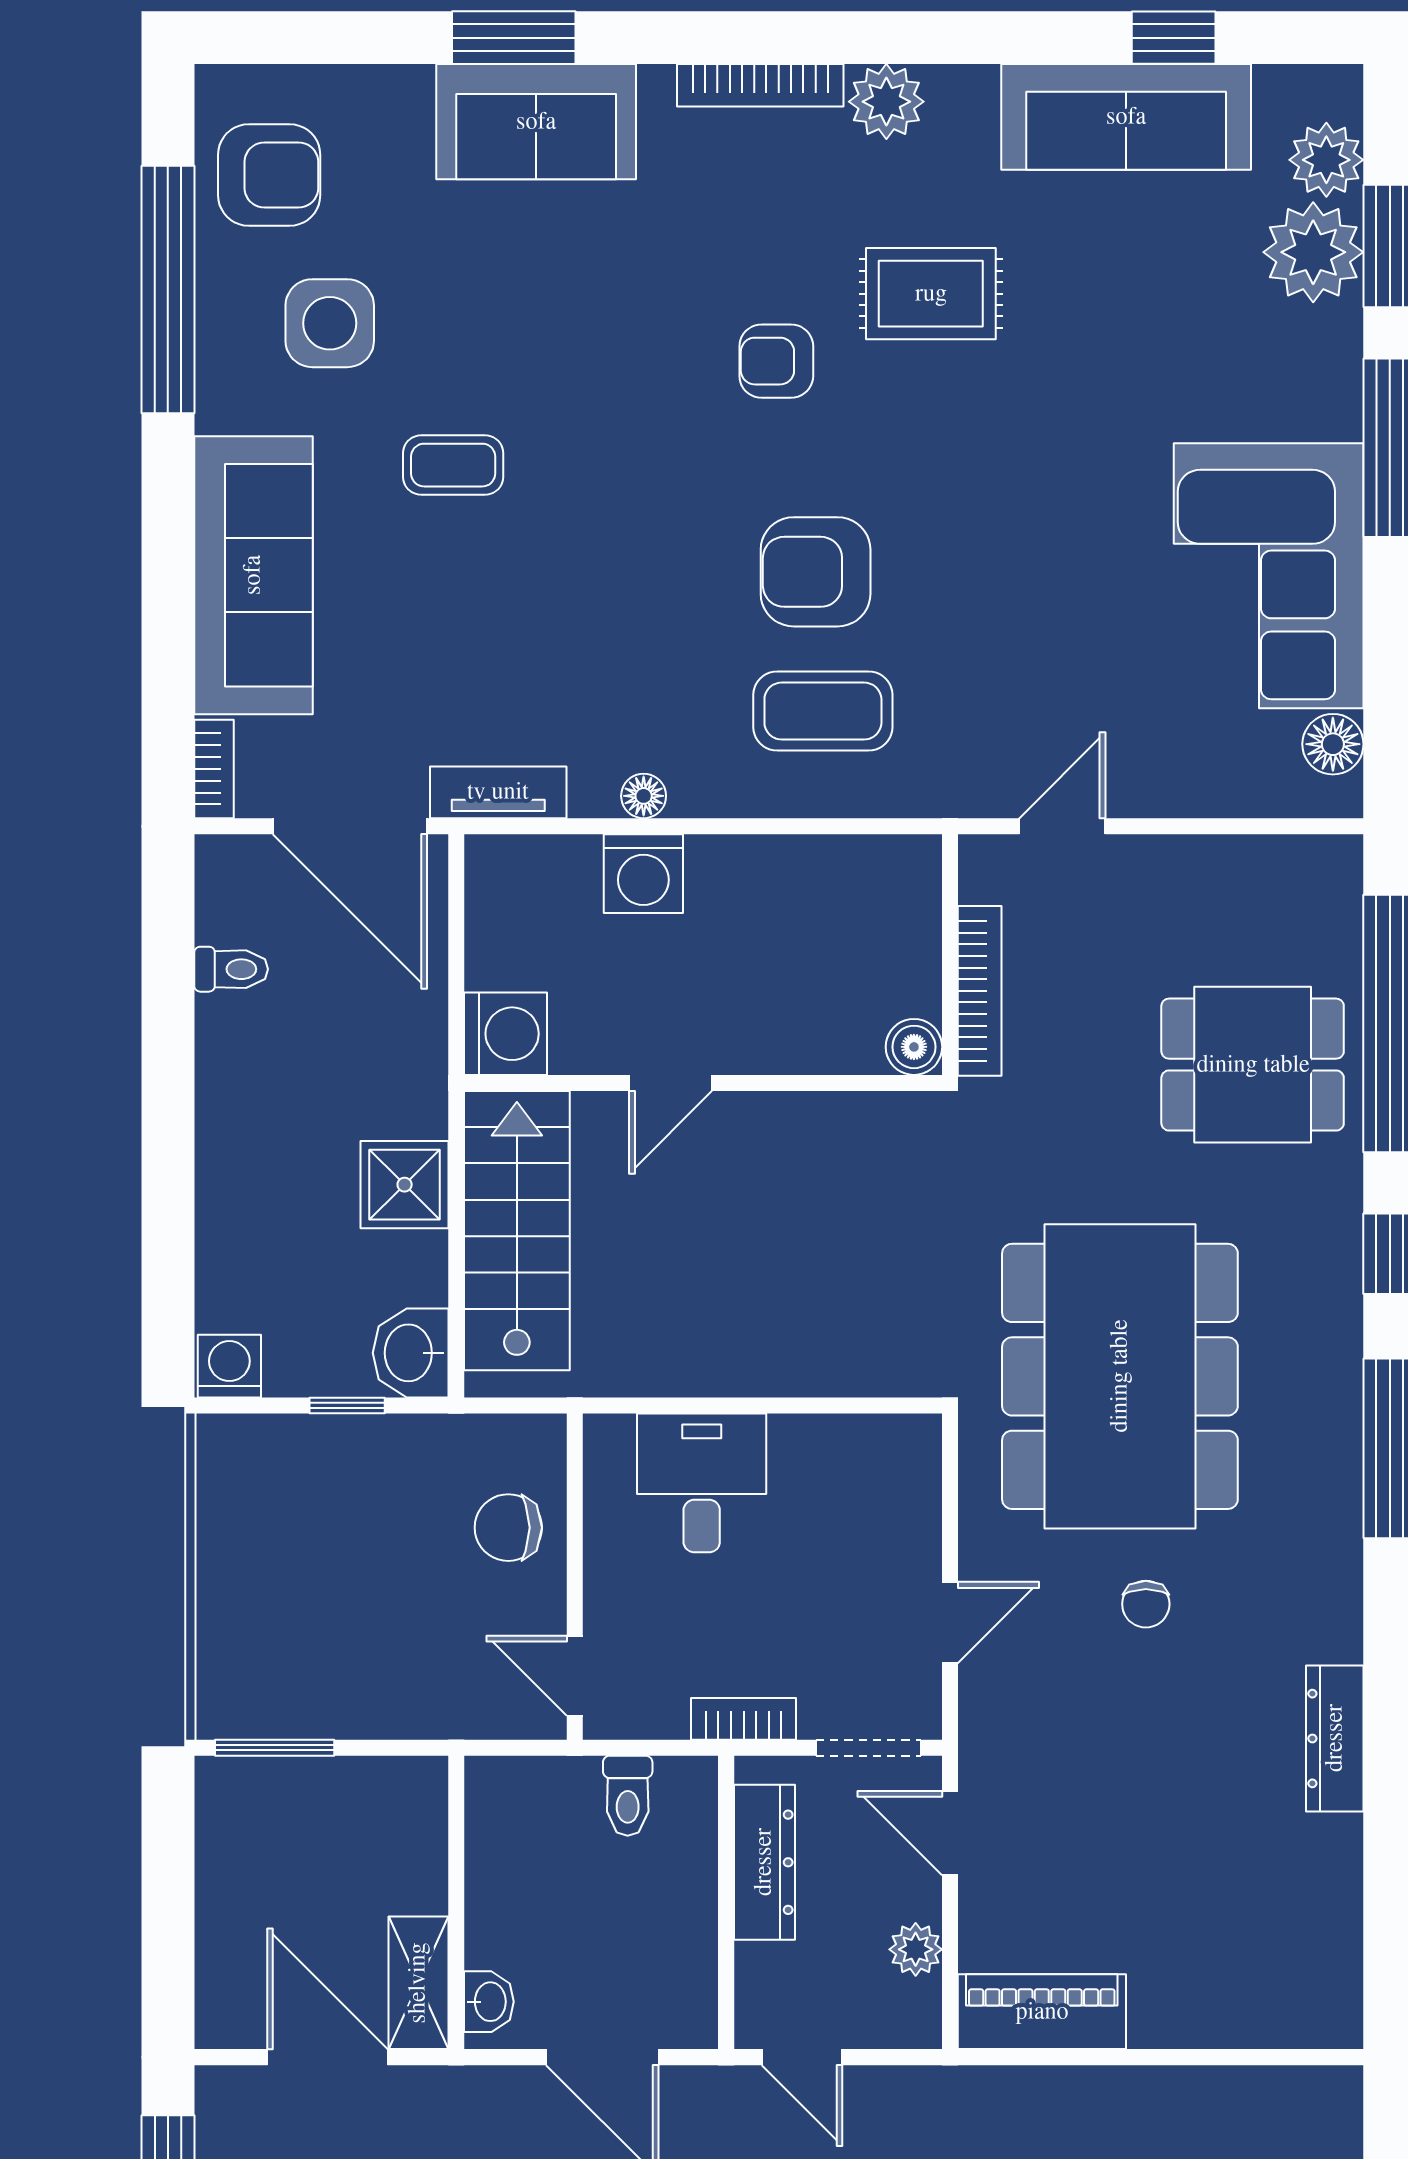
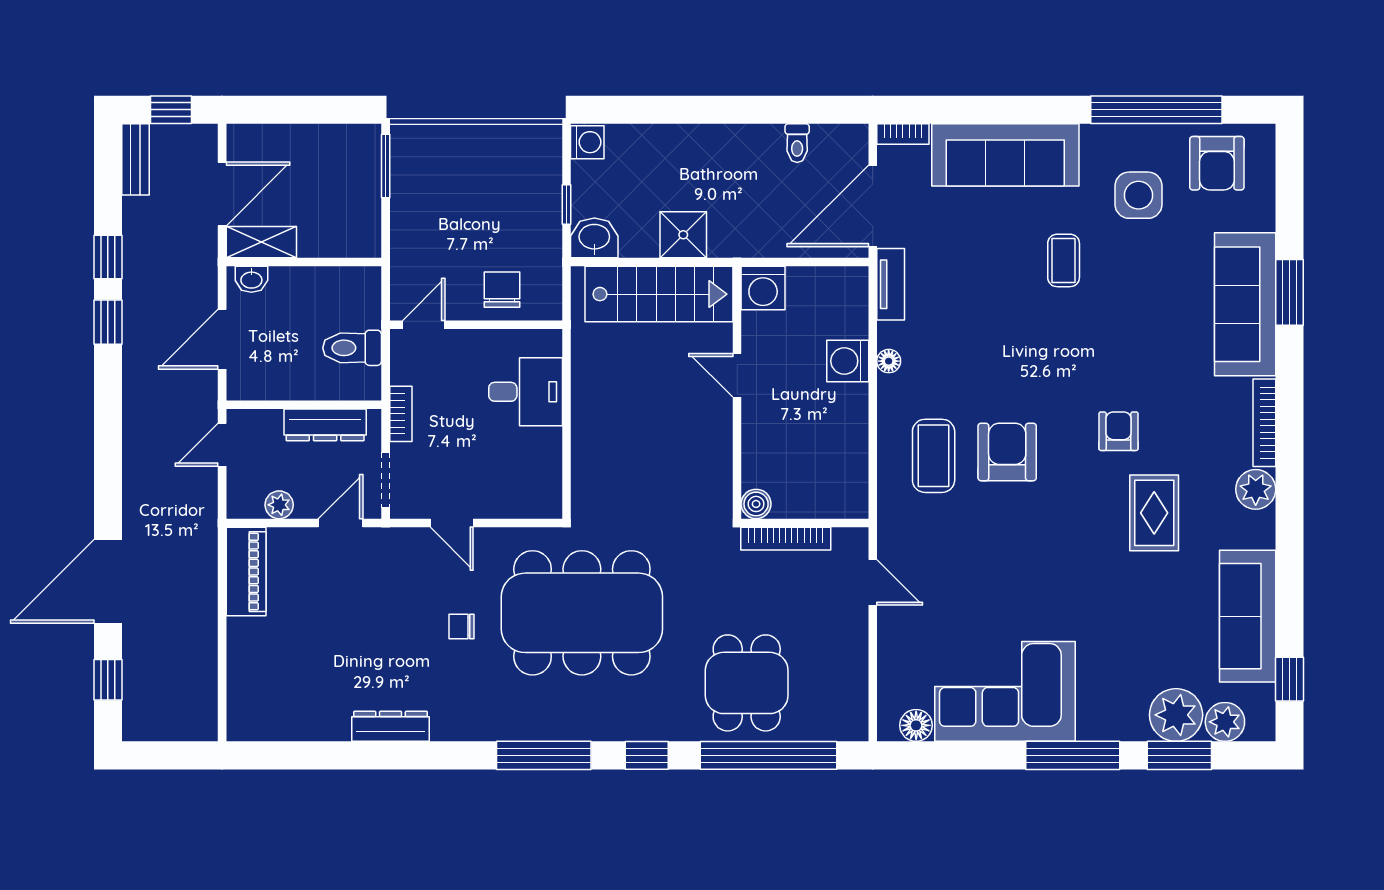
window: (1174, 38) -> (1289, 679), moved
sofa: (536, 122) -> (1245, 304), width x1.36
toilet: (628, 1796) -> (352, 348), width x1.37, depth x1.39

